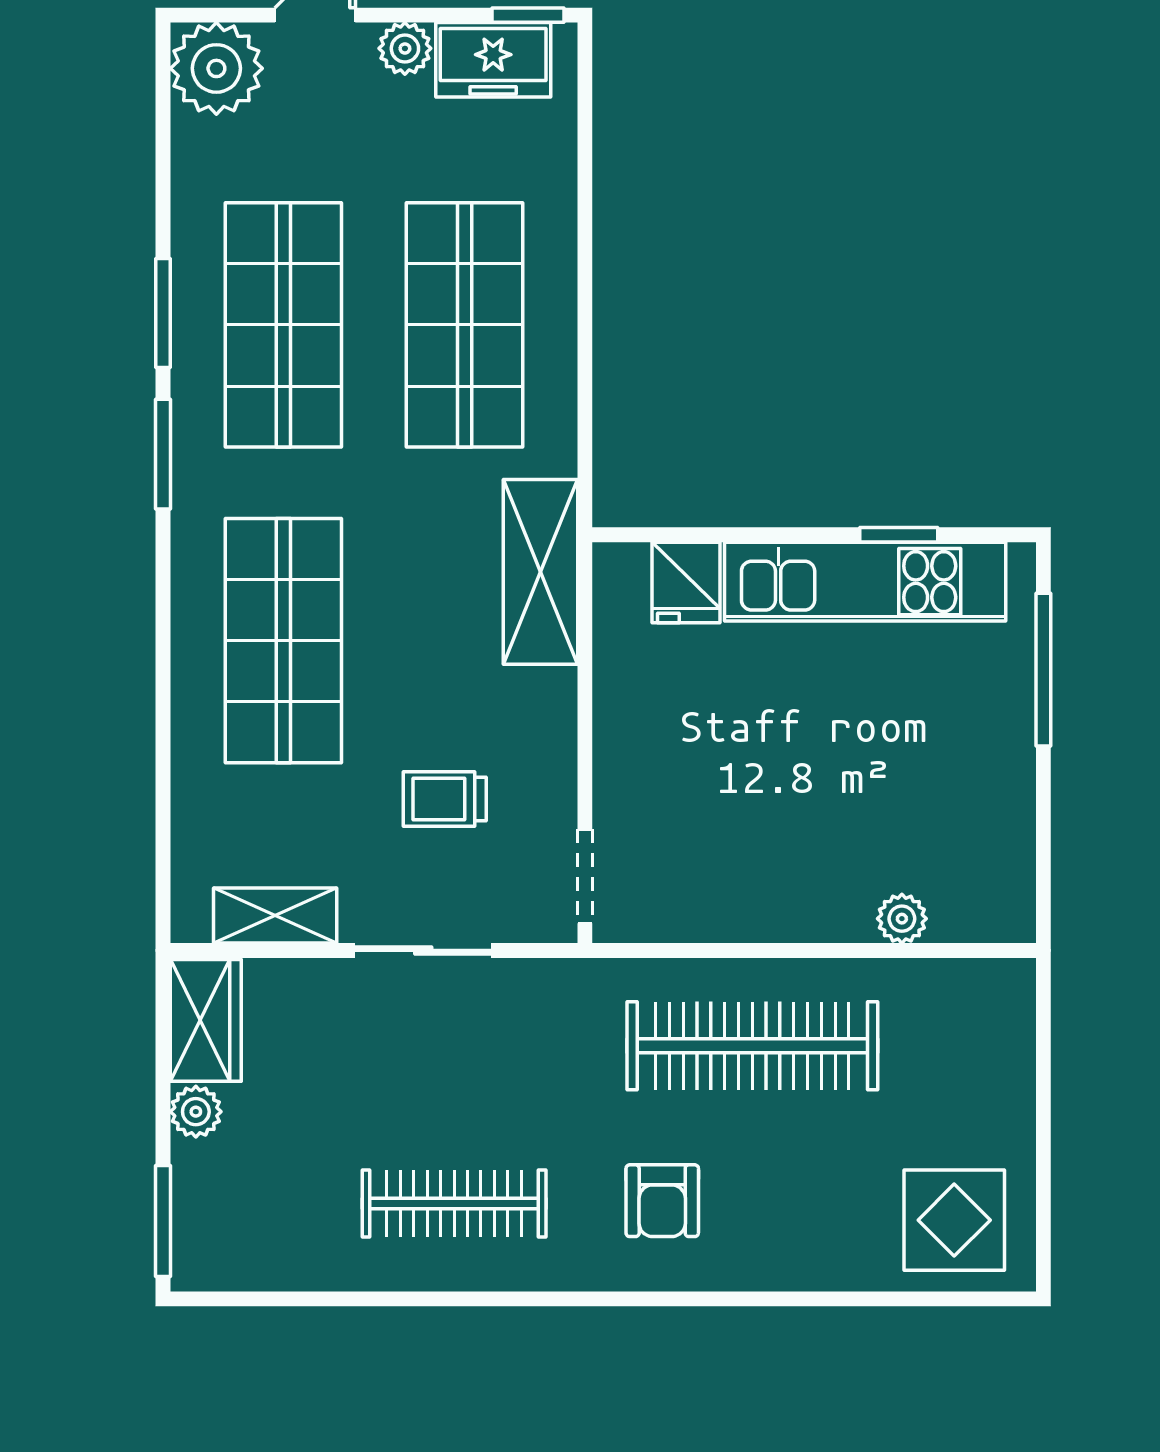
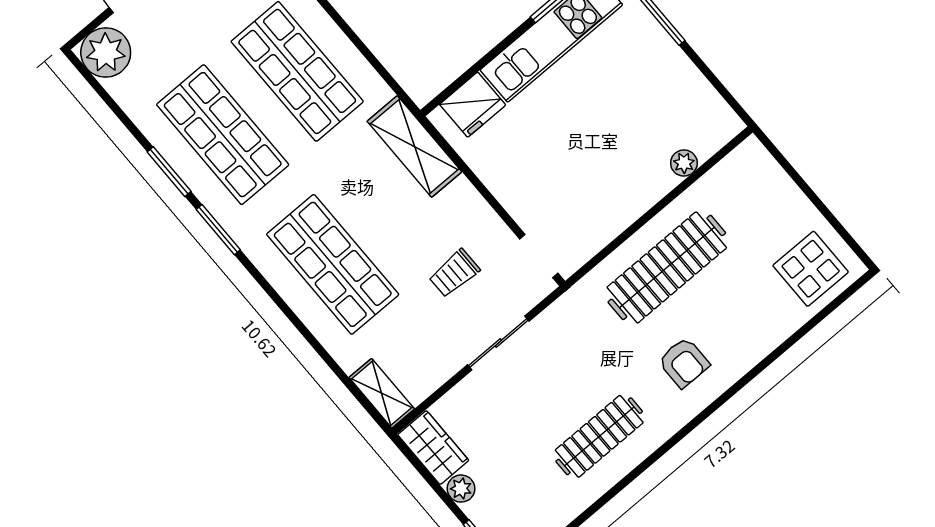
fridge: (686, 582) -> (473, 105), width x1.38
shelving: (275, 915) -> (382, 393), moved, turned 90

